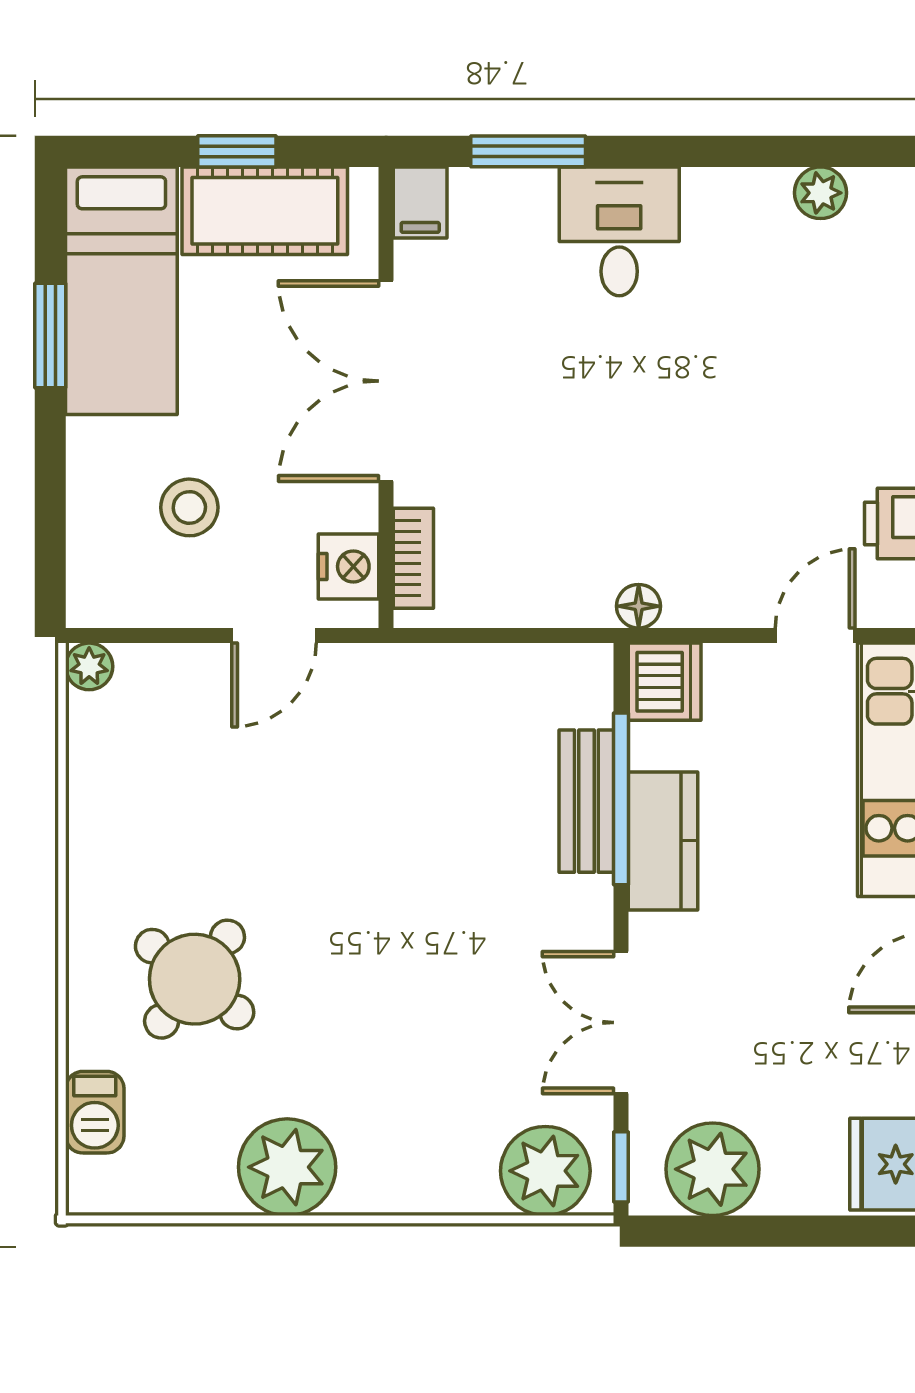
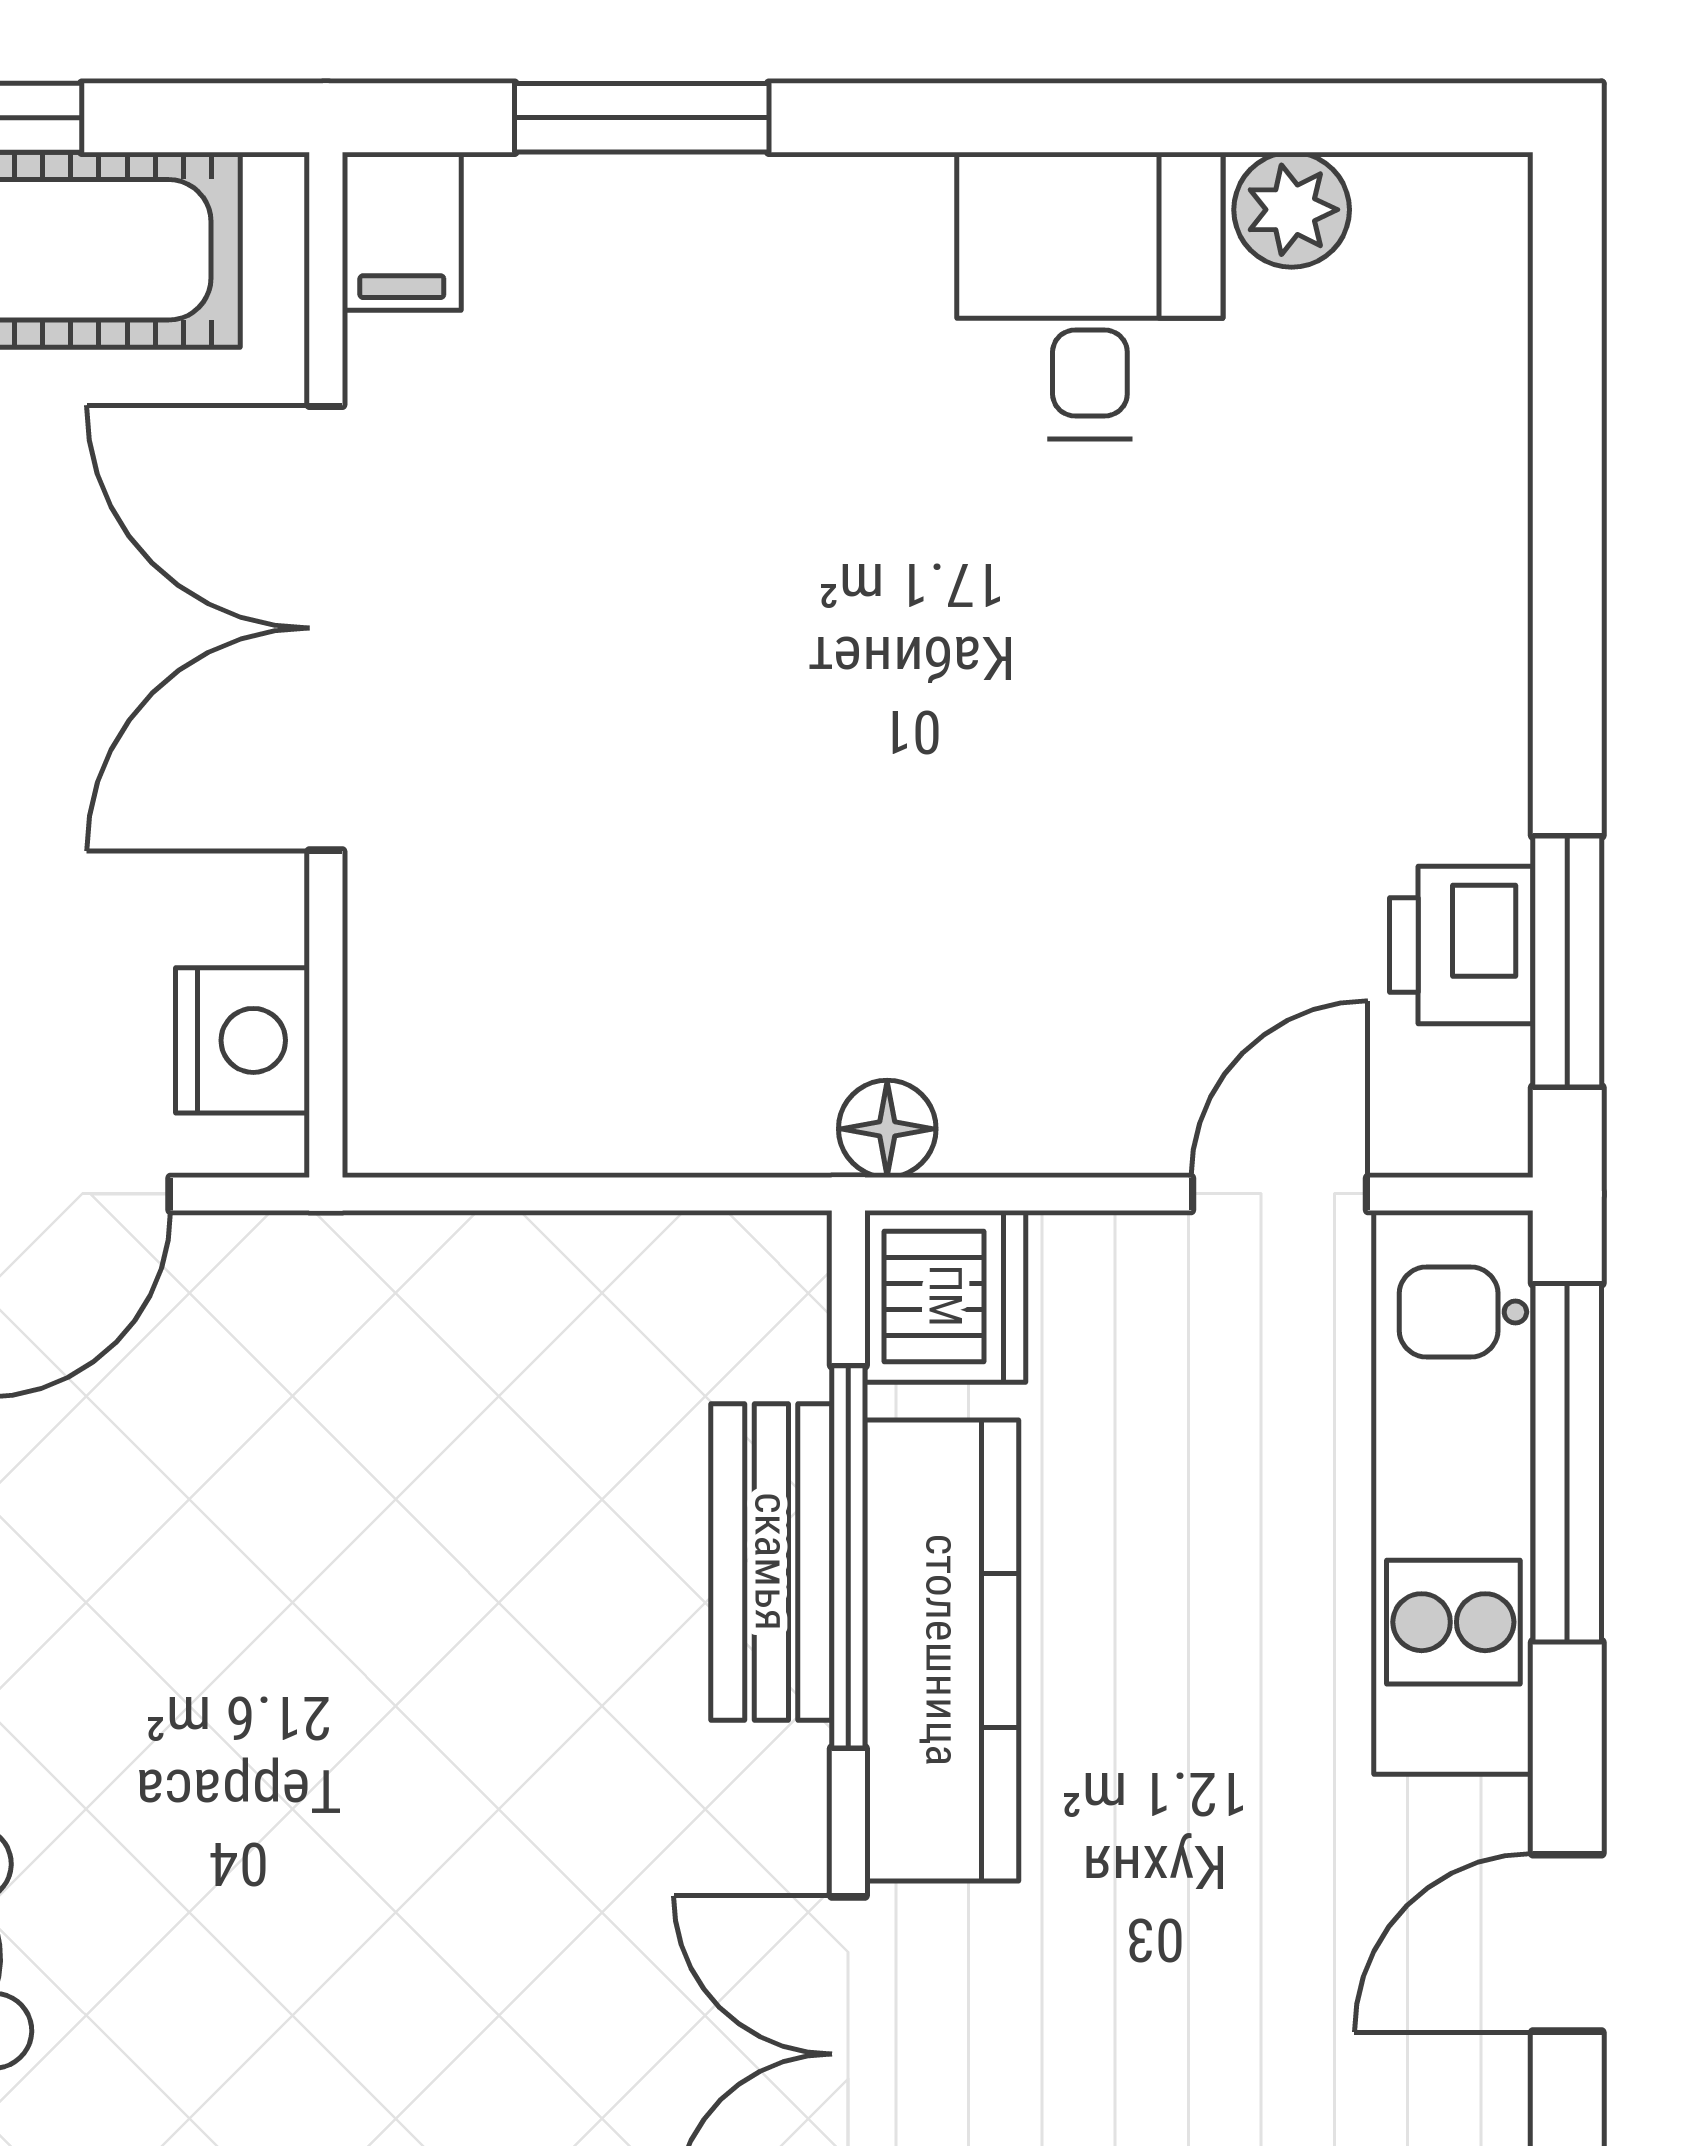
desk: (619, 231) -> (1090, 296), moved
bookcase: (413, 558) -> (387, 1022), removed
kitchen counter: (663, 841) -> (942, 1650), width x1.50

